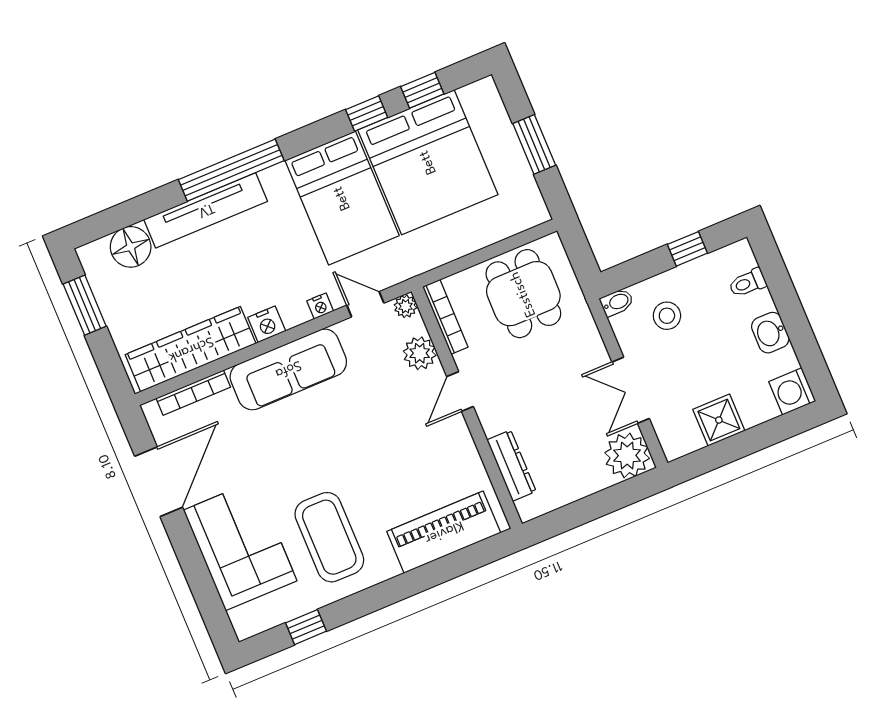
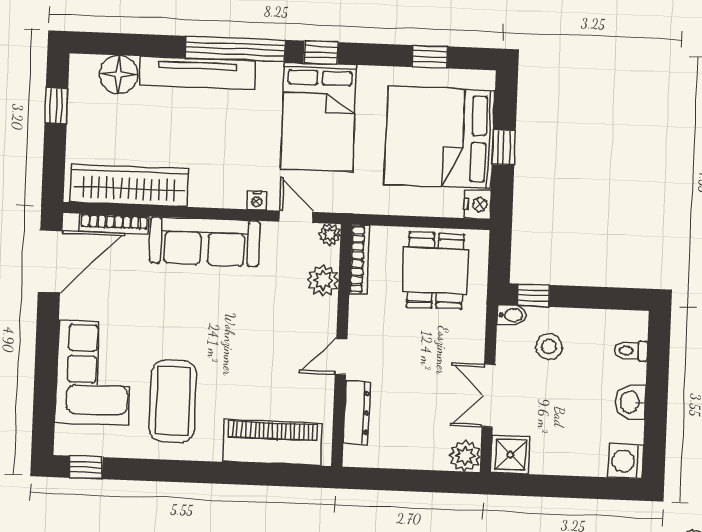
window: (367, 114) -> (321, 52), moved
window: (534, 144) -> (504, 148), width x0.67
bed: (428, 162) -> (440, 137), moved, turned 90
window: (687, 249) -> (533, 295), moved
window: (85, 305) -> (56, 106), width x0.67
nightstand: (267, 324) -> (478, 204), moved, turned -90
door: (460, 392) -> (341, 356), moved
shower: (719, 420) -> (510, 455), moved
plant: (627, 456) -> (465, 456), width x0.73, depth x0.73
door: (159, 482) -> (50, 261), moved
window: (306, 627) -> (86, 467), moved

